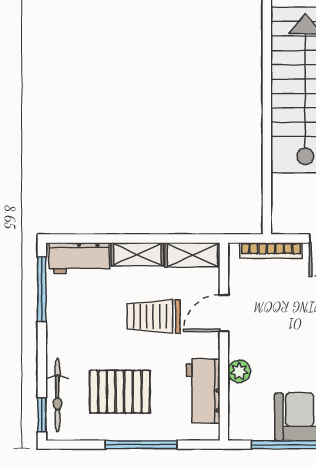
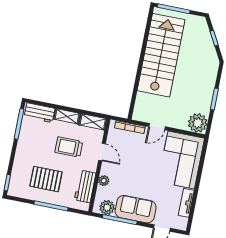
door: (224, 313) -> (102, 152), swing flipped
bicycle: (57, 395) -> (16, 175), removed
plant: (257, 425) -> (107, 207), added

